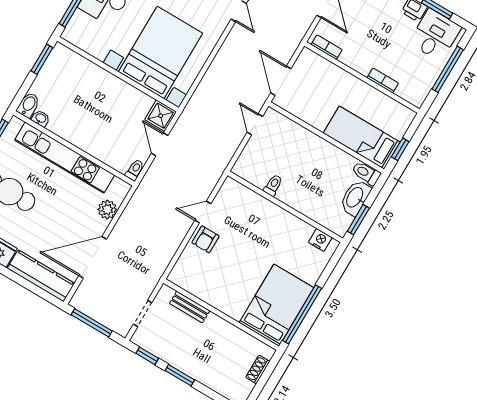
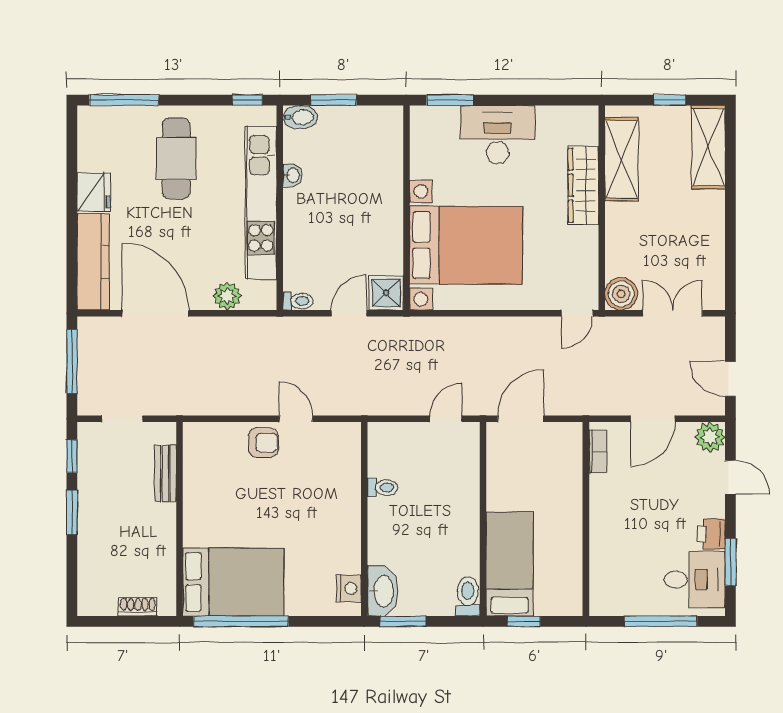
window: (42, 59) -> (334, 100), moved
bookcase: (383, 80) -> (598, 548), removed
washbasin: (41, 118) -> (292, 175), moved
washbasin: (355, 198) -> (383, 591), moved, turned 90
armchair: (205, 239) -> (263, 443), turned 180

